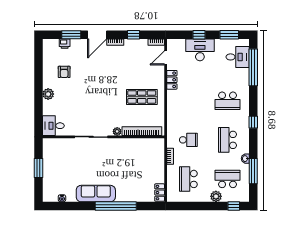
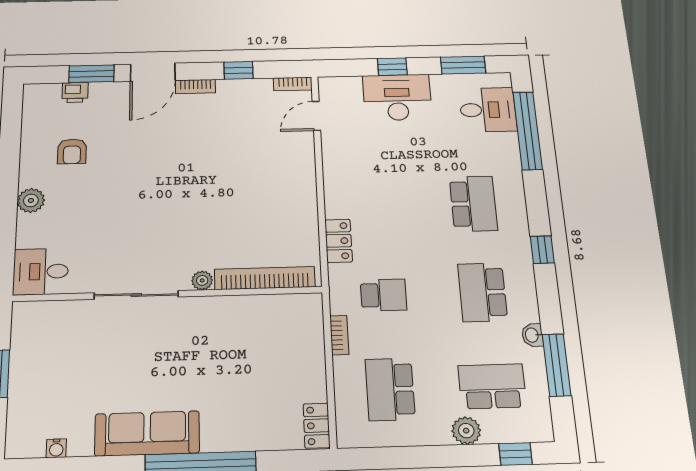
locker: (172, 80) -> (339, 241), moved
shop shelf: (142, 97) -> (262, 201), removed
school desk: (228, 101) -> (473, 204), turned -90

